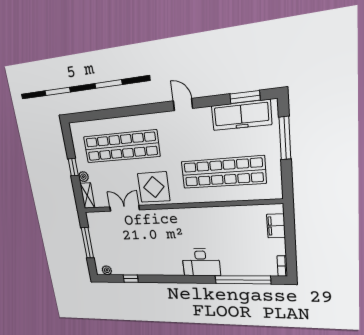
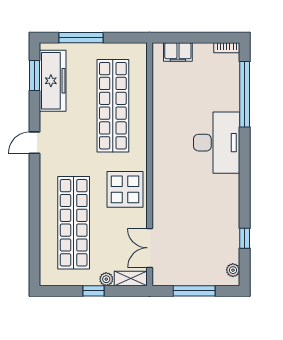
double door: (125, 208) -> (150, 248), moved
desk: (201, 262) -> (217, 143), width x1.36, depth x1.30

